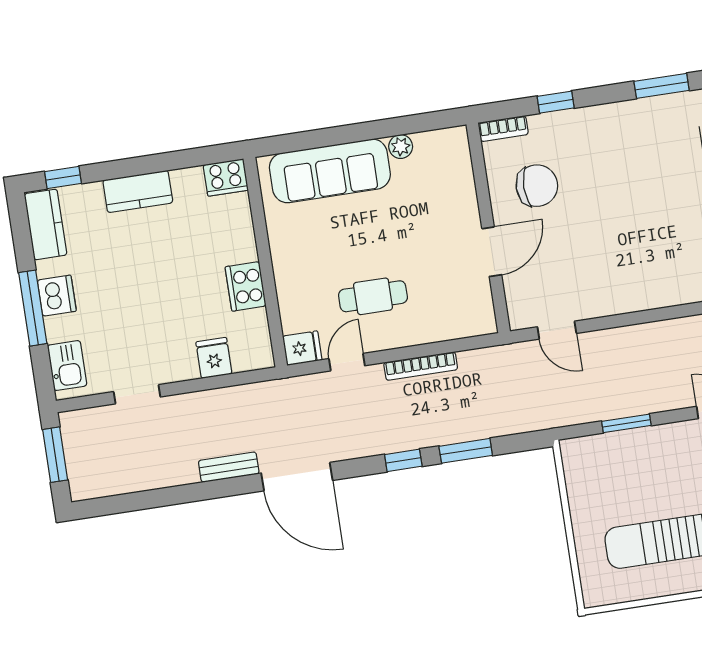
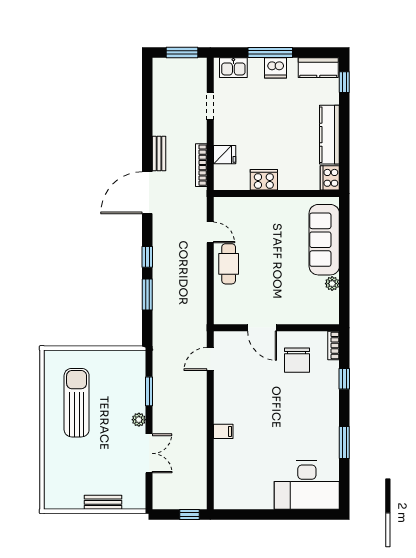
kitchen counter: (138, 191) -> (329, 135), width x1.50
filing cabinet: (674, 290) -> (223, 431), added
cafe table: (373, 296) -> (229, 264), moved
fridge: (302, 348) -> (222, 207), removed
bookcase: (421, 366) -> (201, 165), moved
plant: (676, 433) -> (139, 420), added

